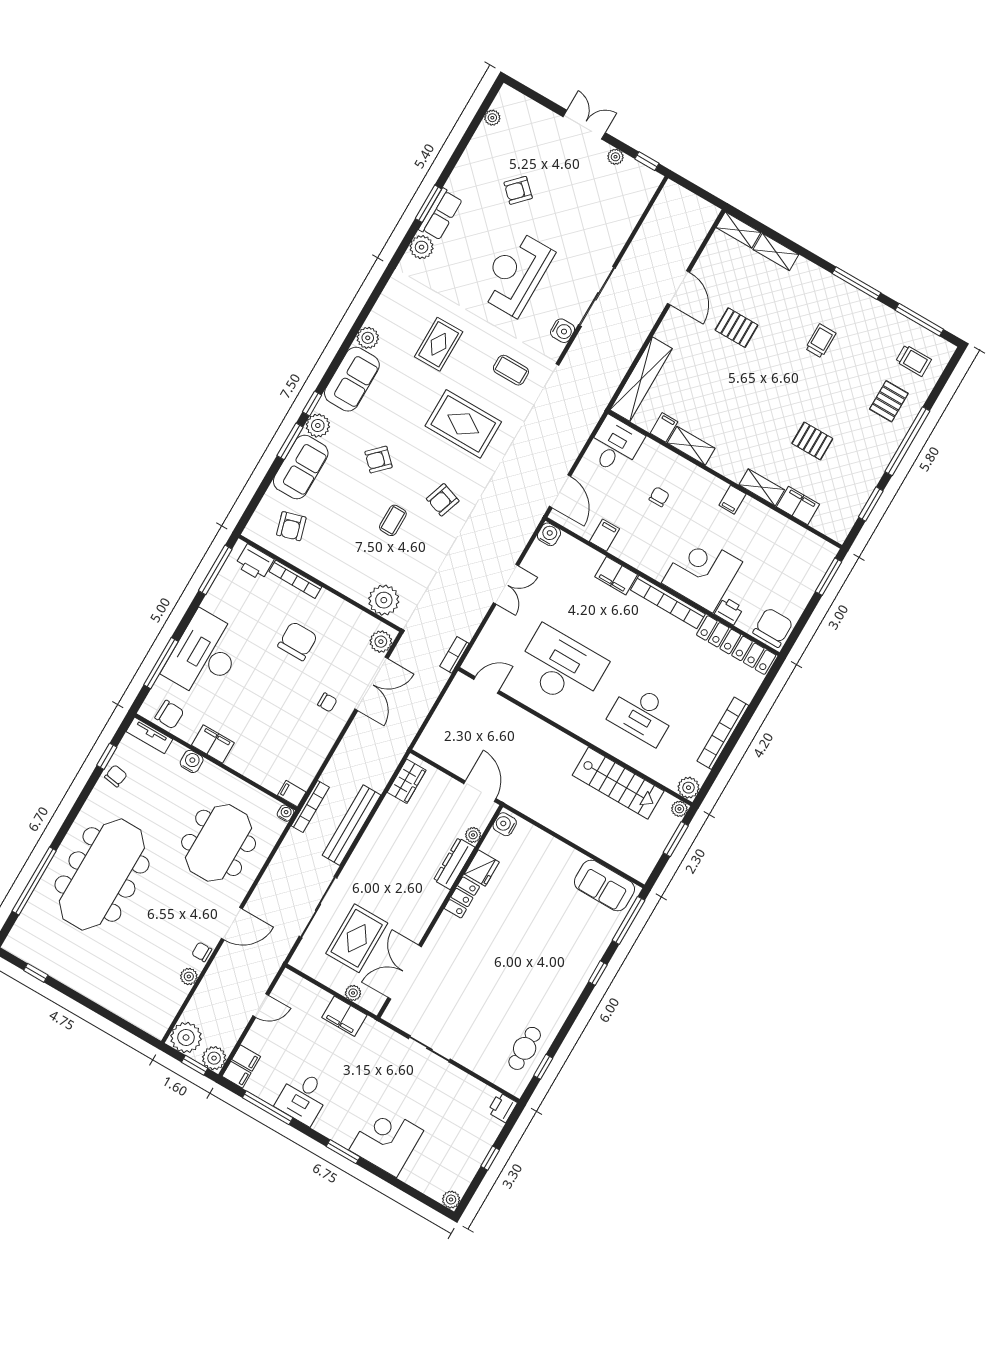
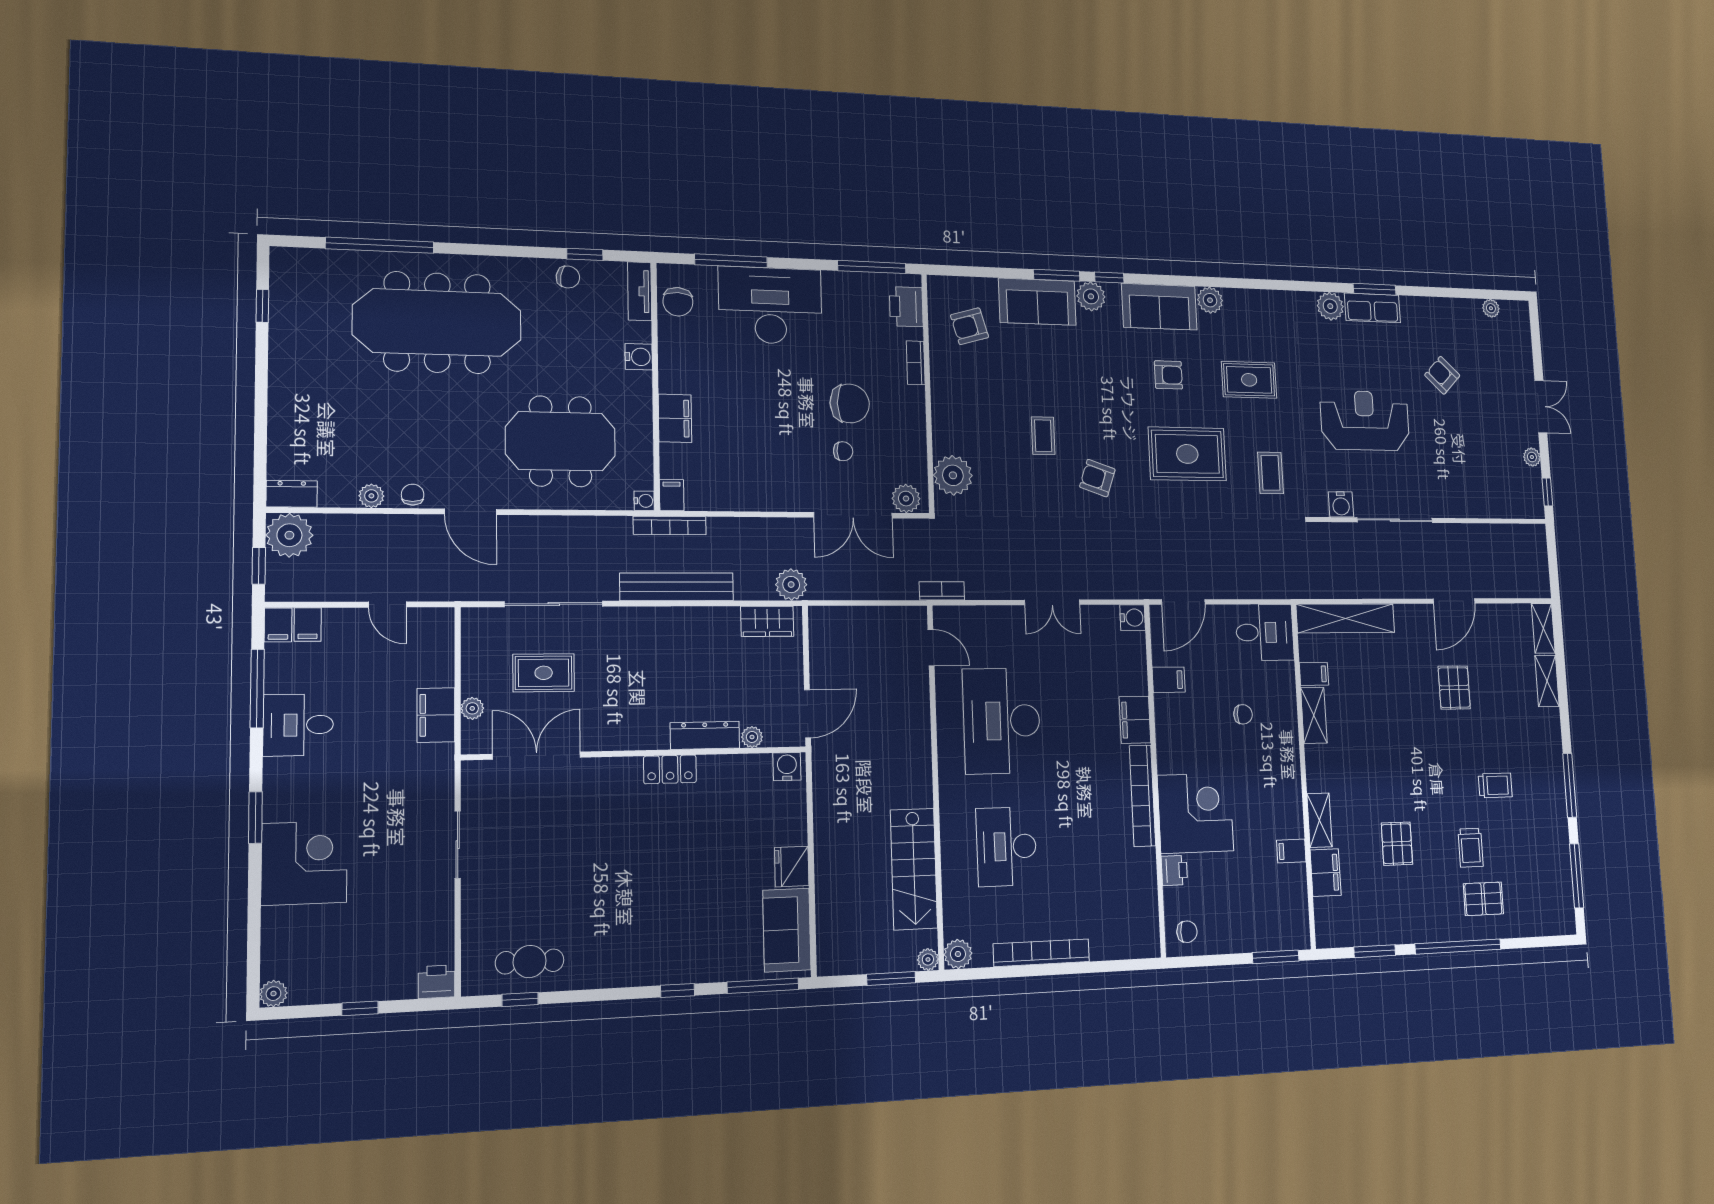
trolley: (913, 360) -> (1471, 848), moved
rug: (463, 424) -> (1187, 454), turned 90
armchair: (378, 460) -> (1168, 375), moved, turned 135
filing cabinet: (732, 500) -> (1291, 851), moved
coffee table: (393, 520) -> (1043, 436), turned 90
bookcase: (295, 579) -> (916, 363), width x0.64
chair: (773, 628) -> (1187, 932), width x0.54, depth x0.54
locker: (736, 645) -> (1144, 903), removed
desk: (561, 667) -> (1002, 721), turned 180
chair: (327, 702) -> (843, 451), moved, turned -90
filing cabinet: (213, 744) -> (675, 418), moved
fridge: (482, 868) -> (792, 867), moved, turned 90
rug: (357, 938) -> (544, 673), width x0.73, depth x0.70
dresser: (161, 1022) -> (292, 494), added
plant: (214, 1058) -> (791, 585), moved

